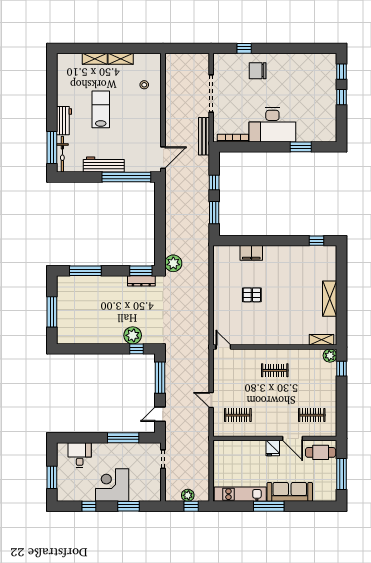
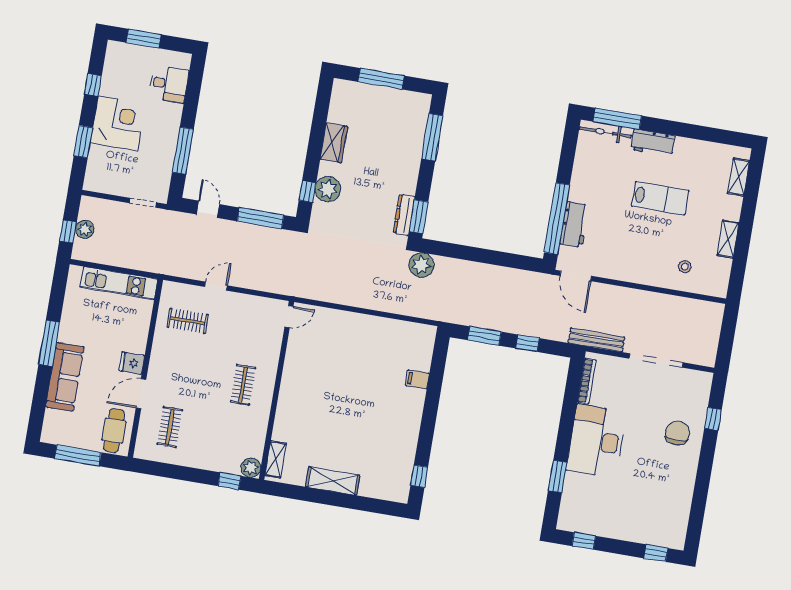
shelving: (95, 59) -> (739, 177), moved
window: (341, 97) -> (584, 541), moved
workbench: (104, 165) -> (574, 224), moved, width x0.73
filing cabinet: (251, 253) -> (417, 379), width x0.50
pallet: (252, 295) -> (357, 370), removed
wardrobe: (101, 337) -> (334, 143), added
clothes rail: (238, 415) -> (188, 321), turned 90
kitchen unit: (240, 494) -> (119, 283), moved, turned 90

